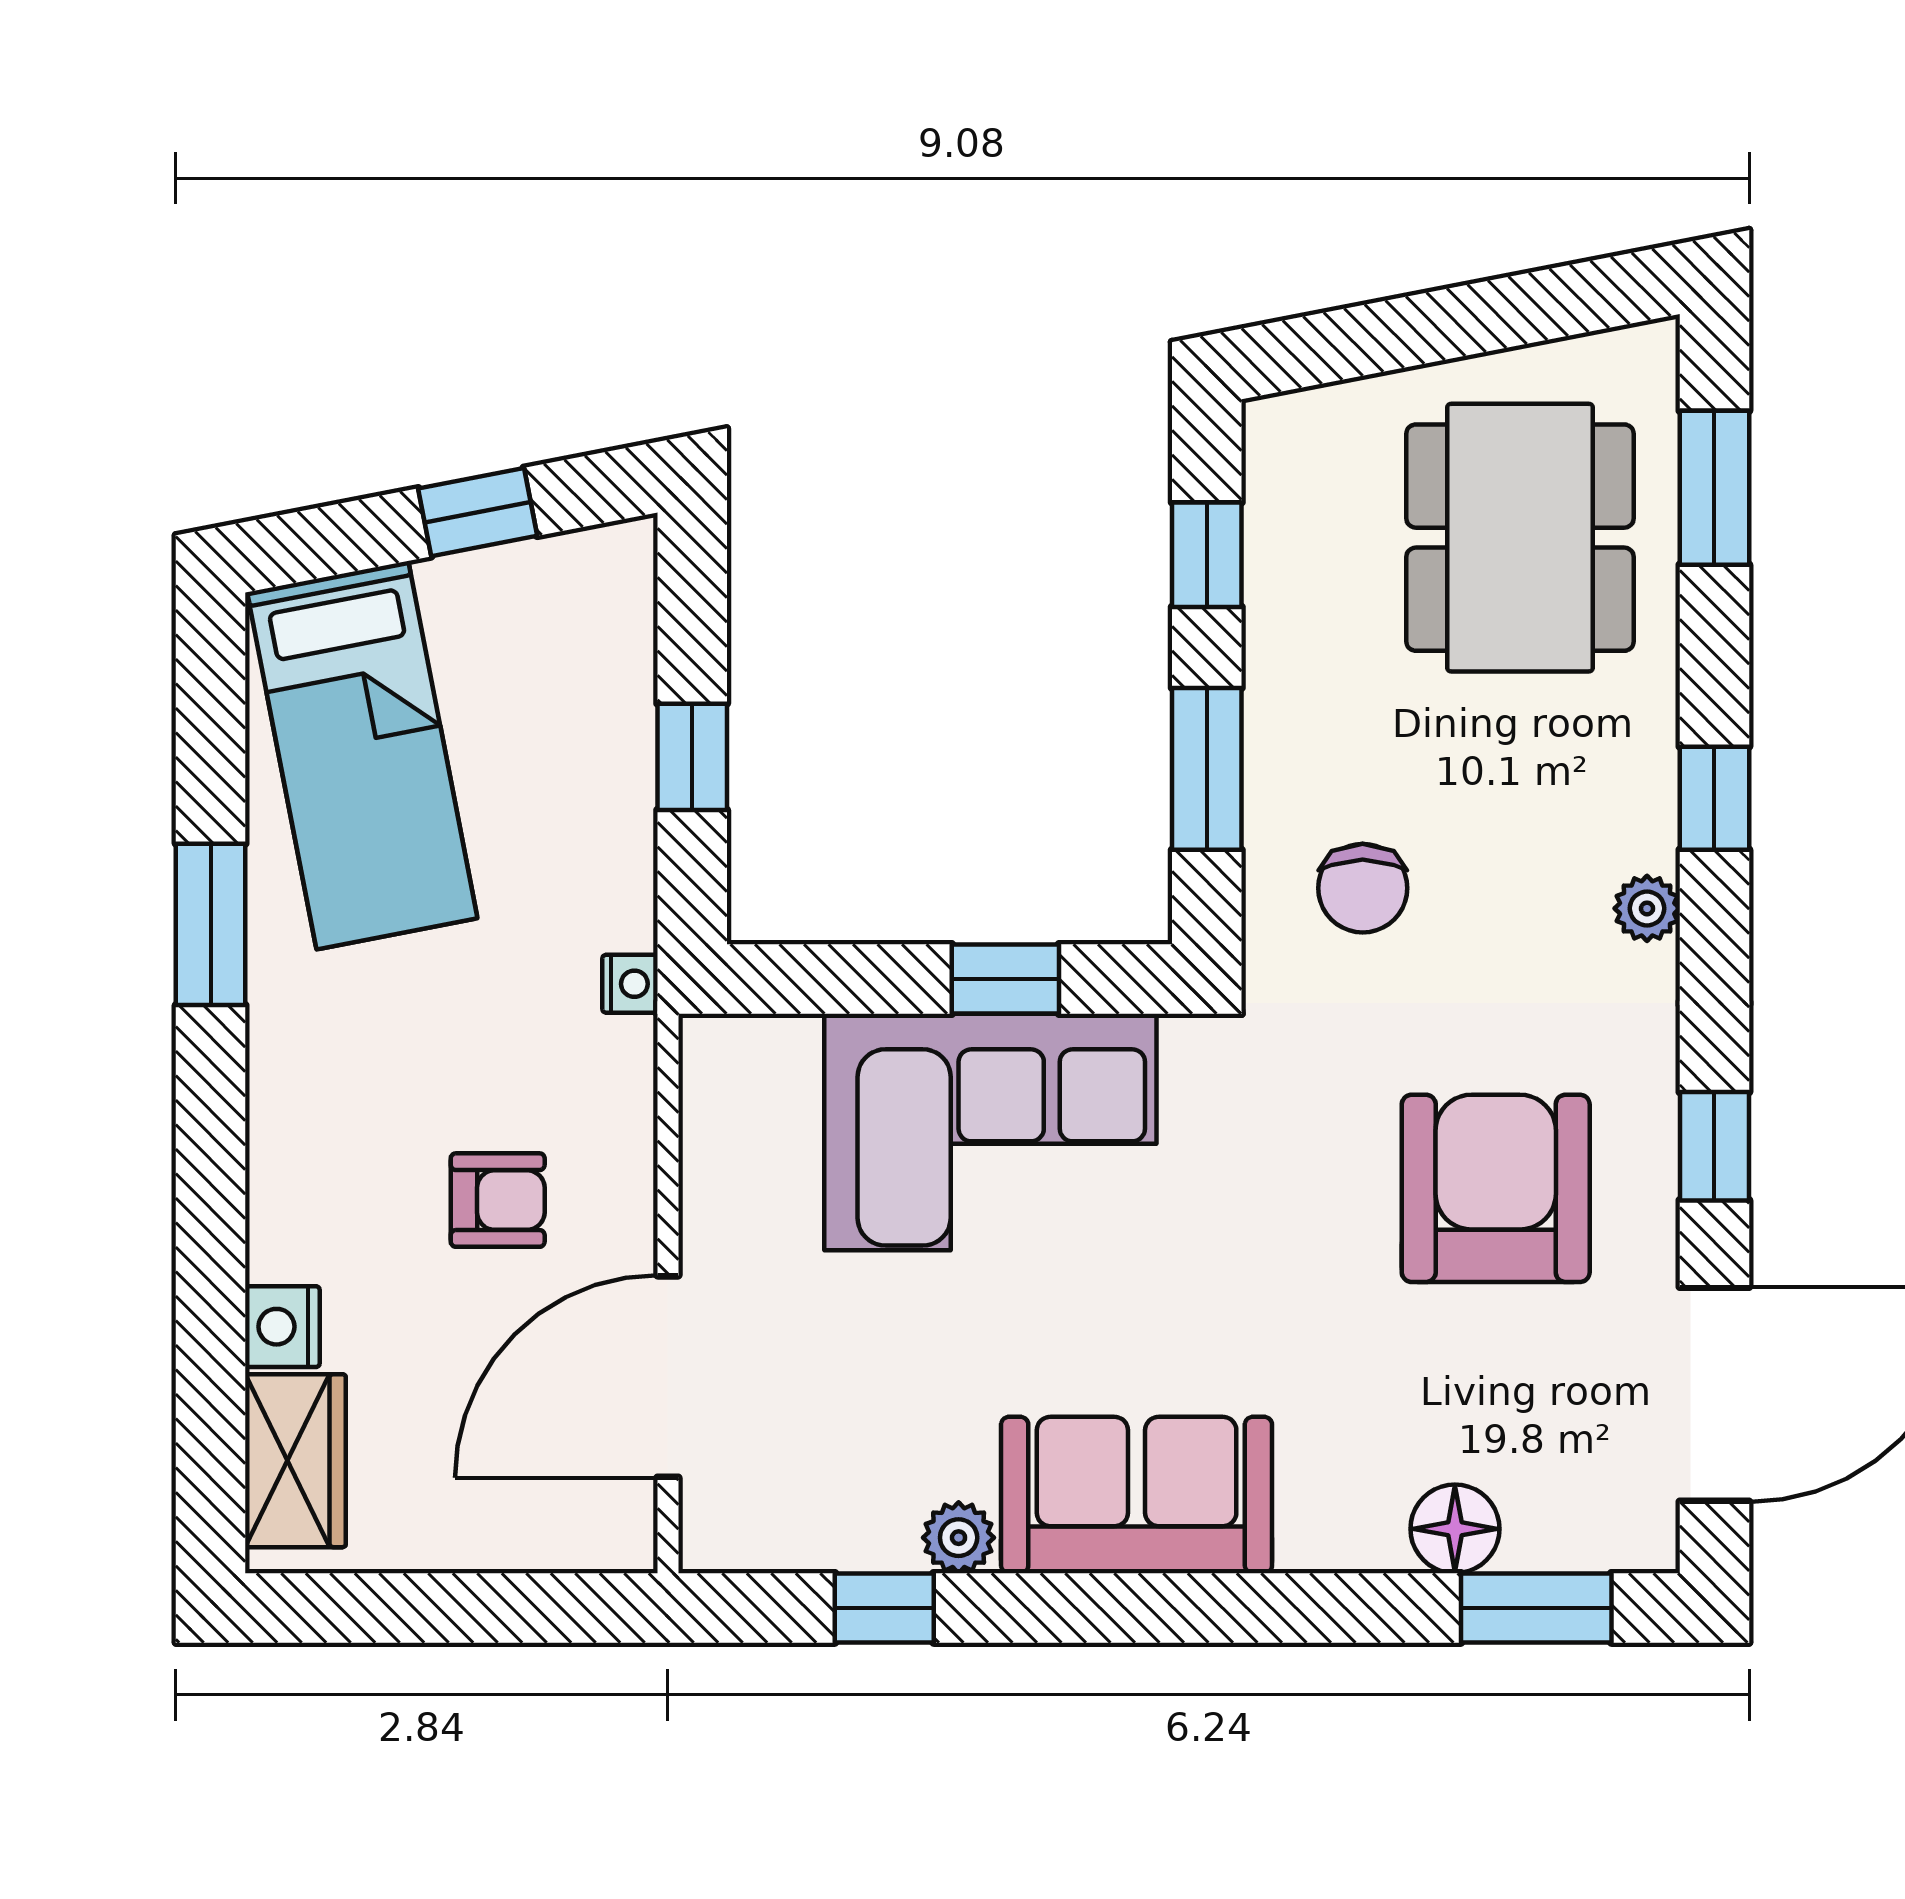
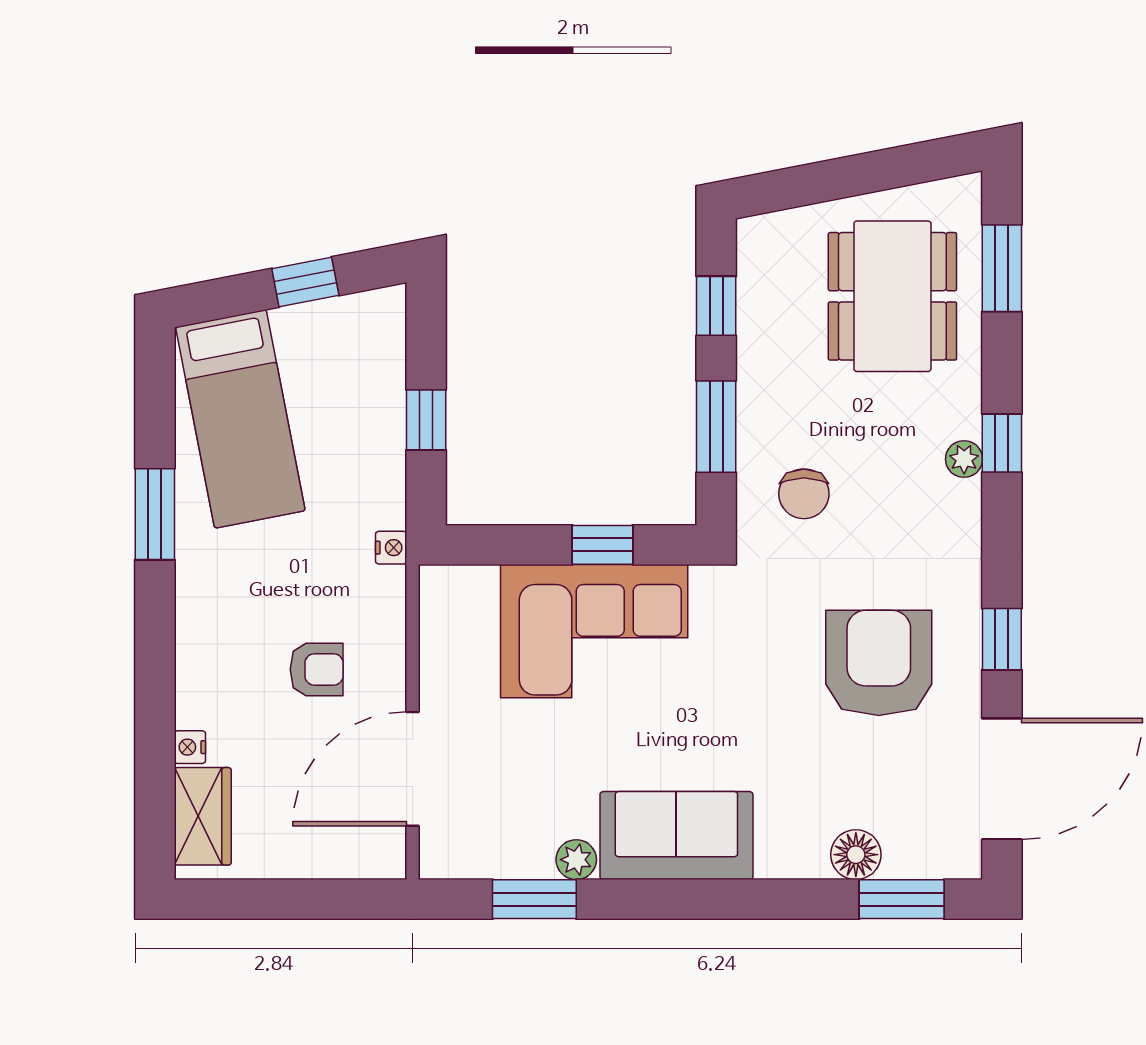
plant: (1647, 908) -> (964, 459), moved
nightstand: (282, 1327) -> (190, 747), width x0.72, depth x0.74
window: (884, 1608) -> (534, 899), width x1.50

